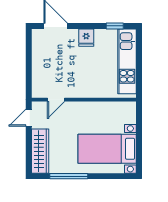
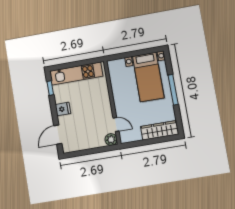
plant: (39, 91) -> (111, 139), added
door: (29, 118) -> (134, 144), removed
window: (69, 176) -> (173, 90), moved

